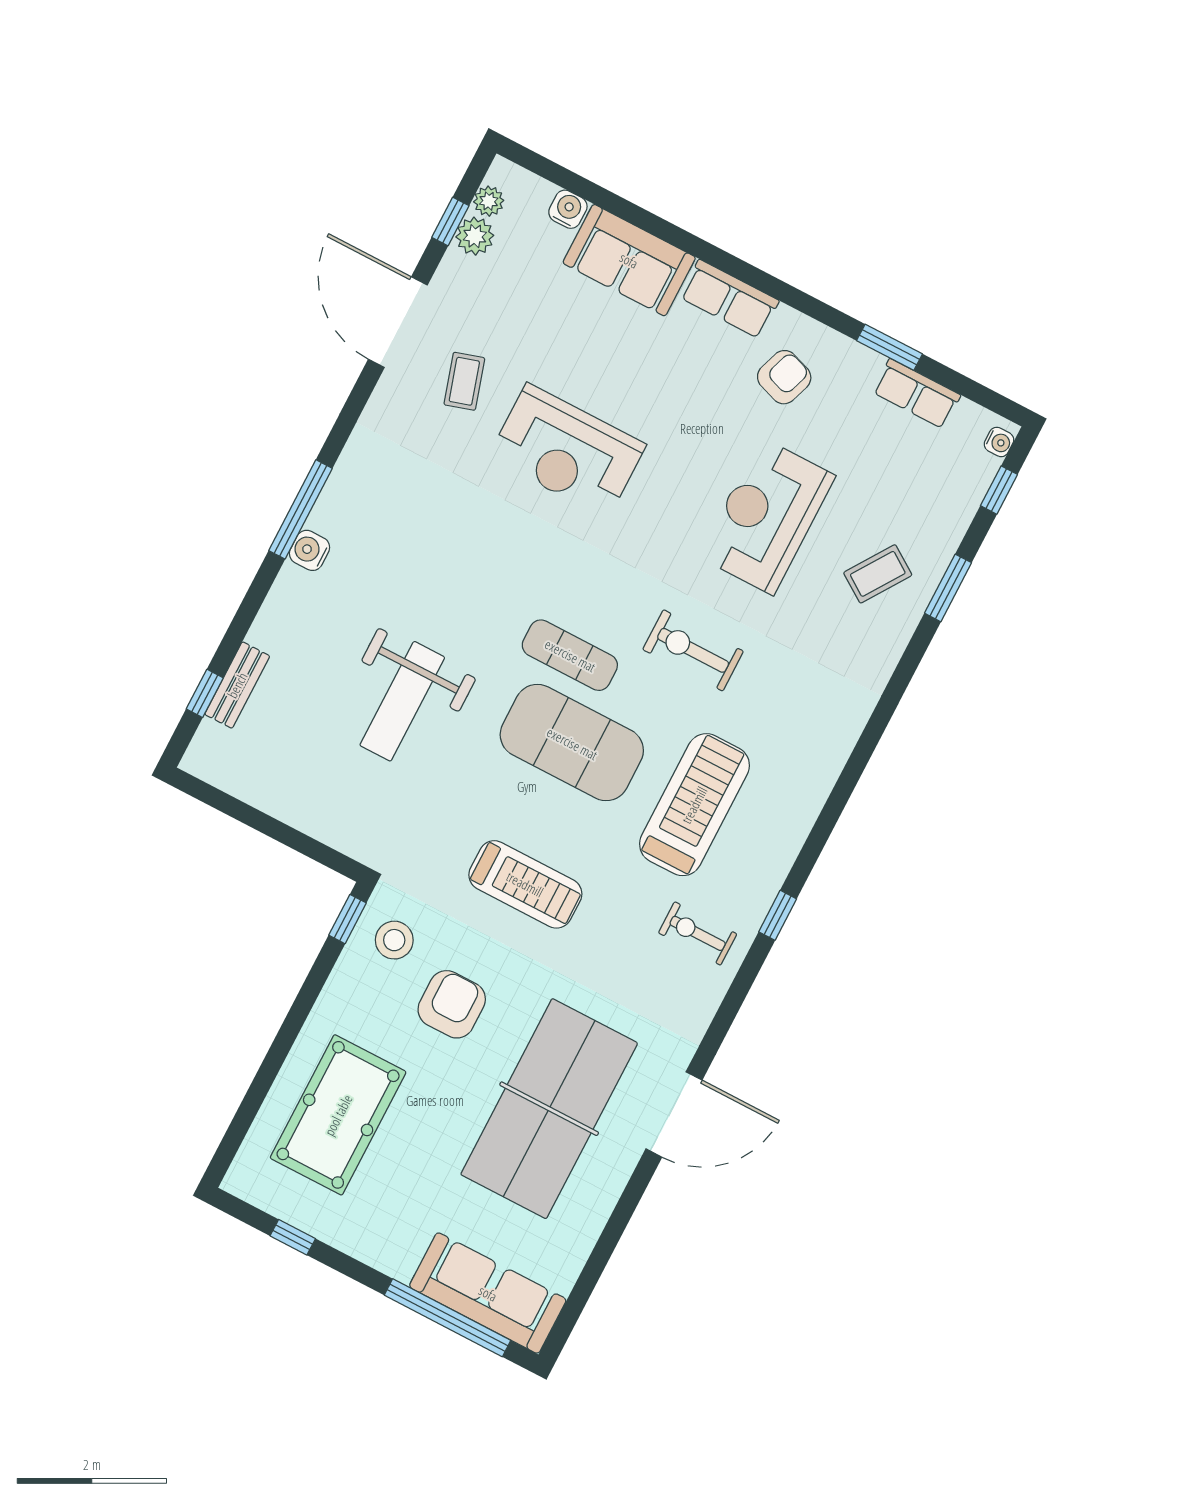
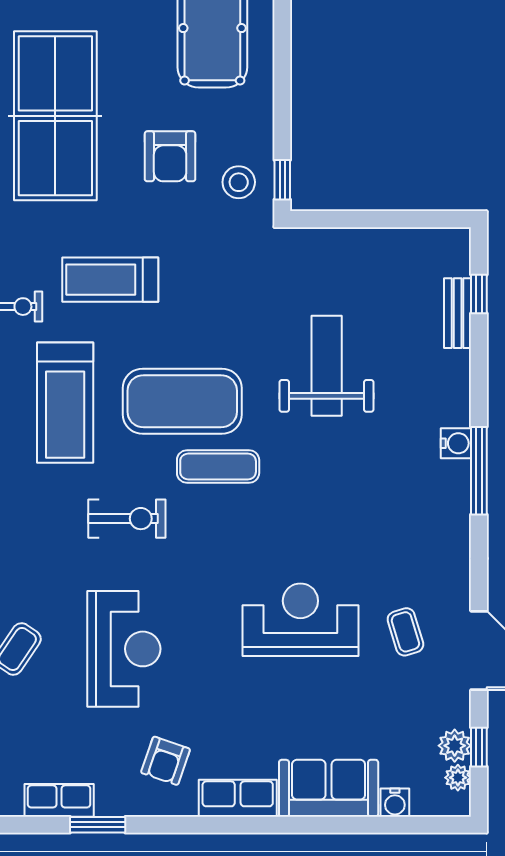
treadmill: (525, 884) -> (110, 280), moved

